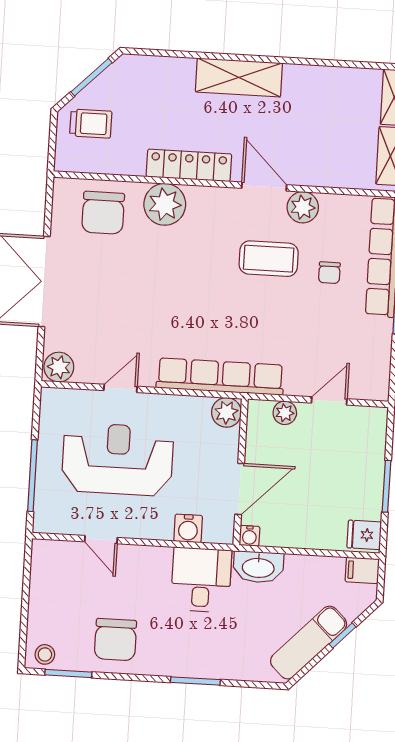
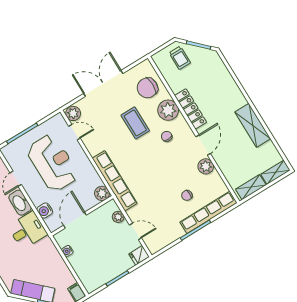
shelving: (239, 77) -> (253, 125), moved
chair: (207, 237) -> (167, 136), added
coffee table: (269, 259) -> (135, 123), moved
door: (120, 388) -> (74, 132), moved
door: (240, 489) -> (75, 220), swing flipped
fridge: (364, 535) -> (139, 255), moved, turned -90
water cooler: (249, 536) -> (67, 251), moved
washbasin: (258, 567) -> (20, 203), moved

